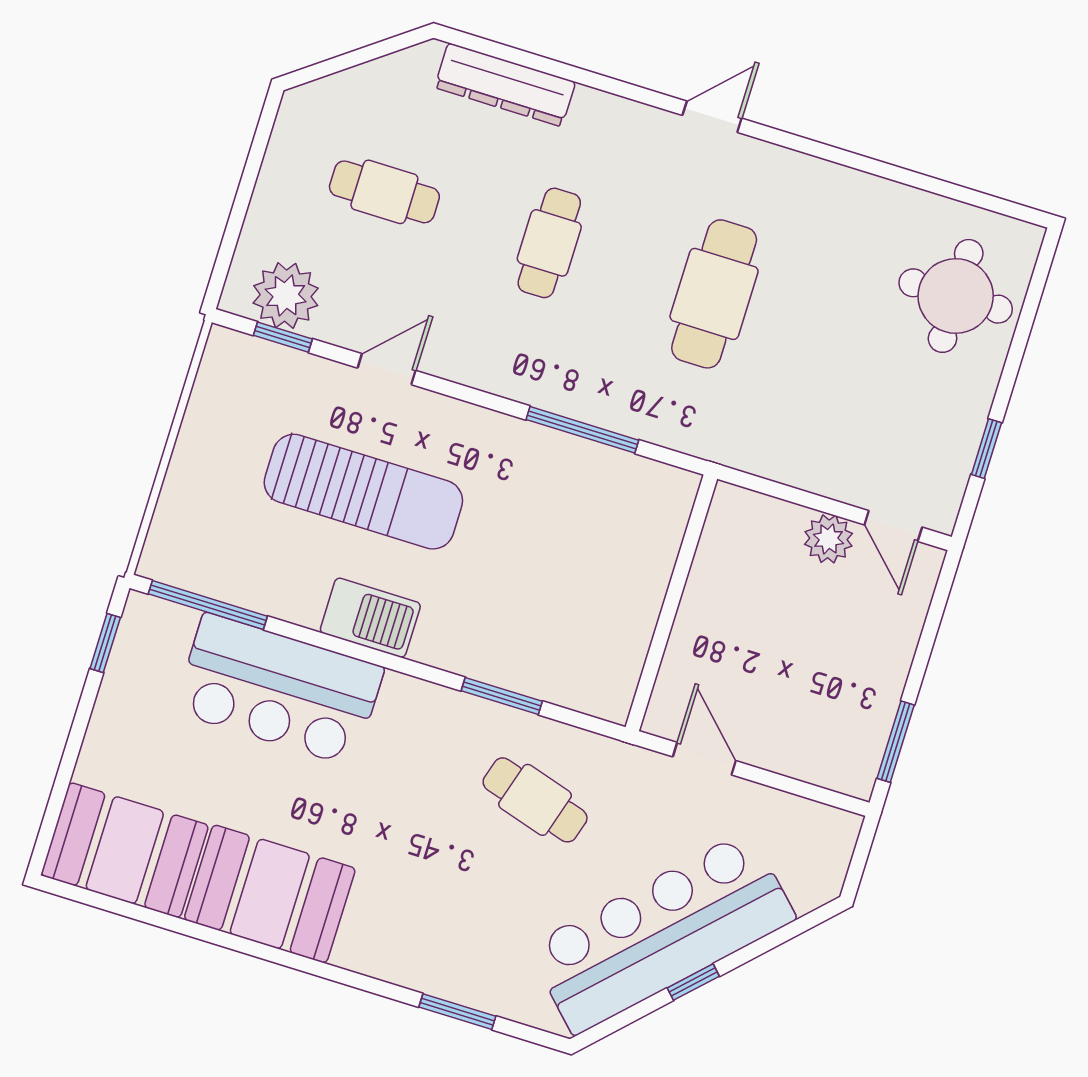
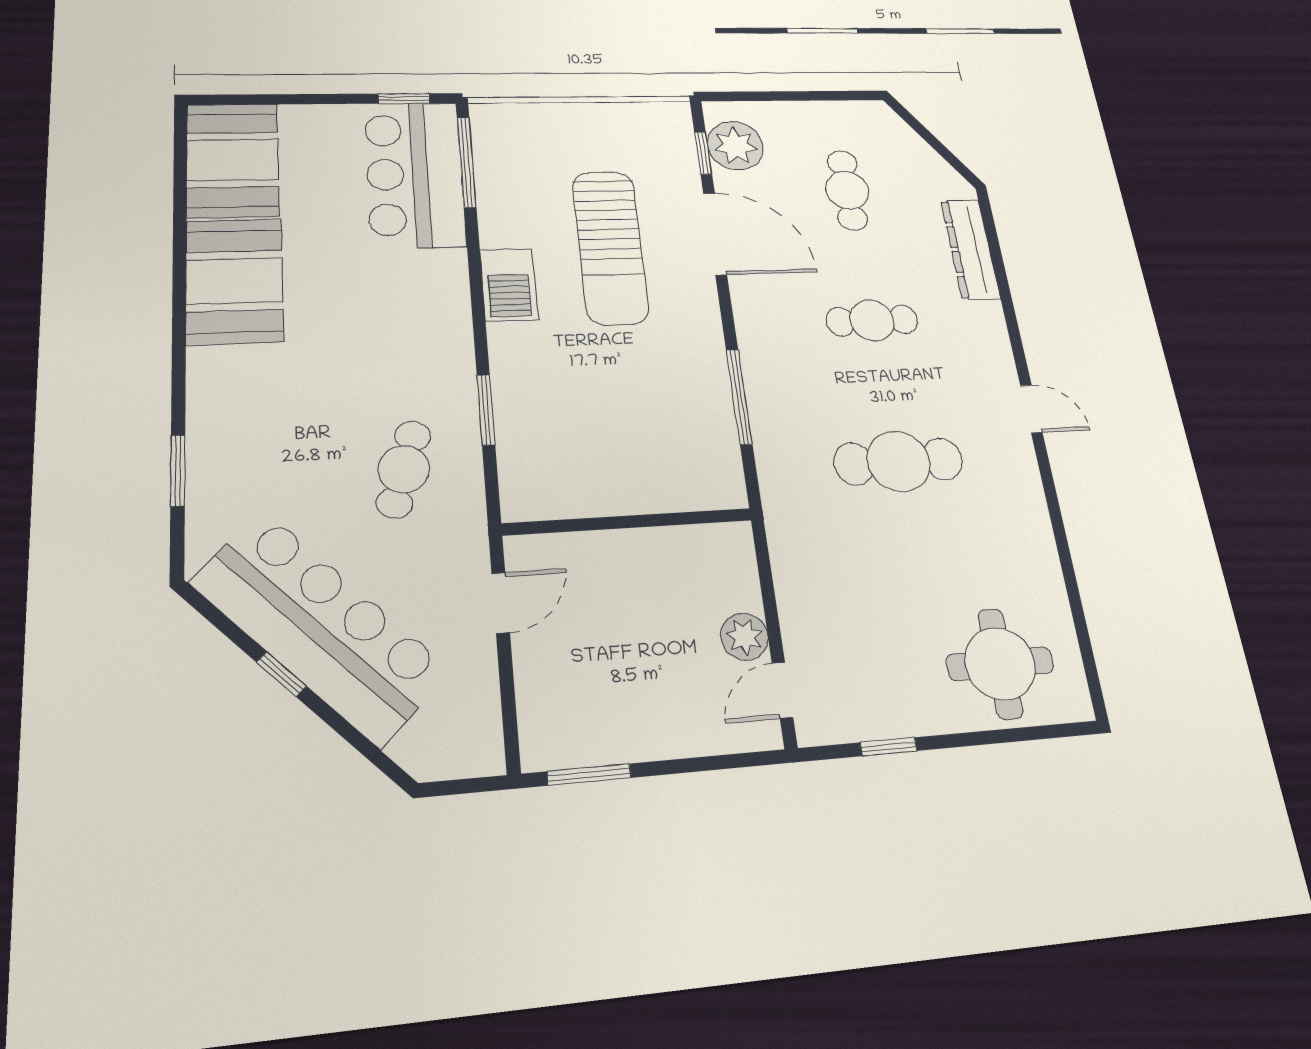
door: (387, 369) -> (715, 234), width x1.87
bar counter: (279, 690) -> (415, 174), moved

